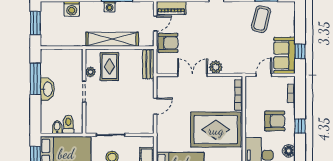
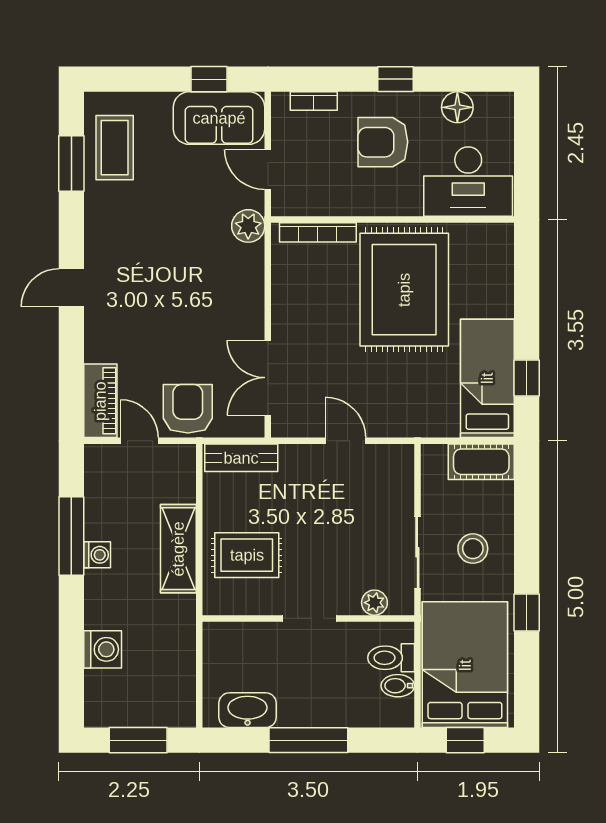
coffee table: (261, 19) -> (115, 148), moved, turned 76
shelving: (112, 39) -> (178, 549), width x0.68
plant: (216, 67) -> (248, 226), moved
plant: (90, 72) -> (374, 603), moved
double door: (192, 75) -> (268, 378), moved
window: (35, 79) -> (308, 740), moved
washbasin: (47, 89) -> (248, 710), moved
armchair: (275, 121) -> (383, 142), turned -90

